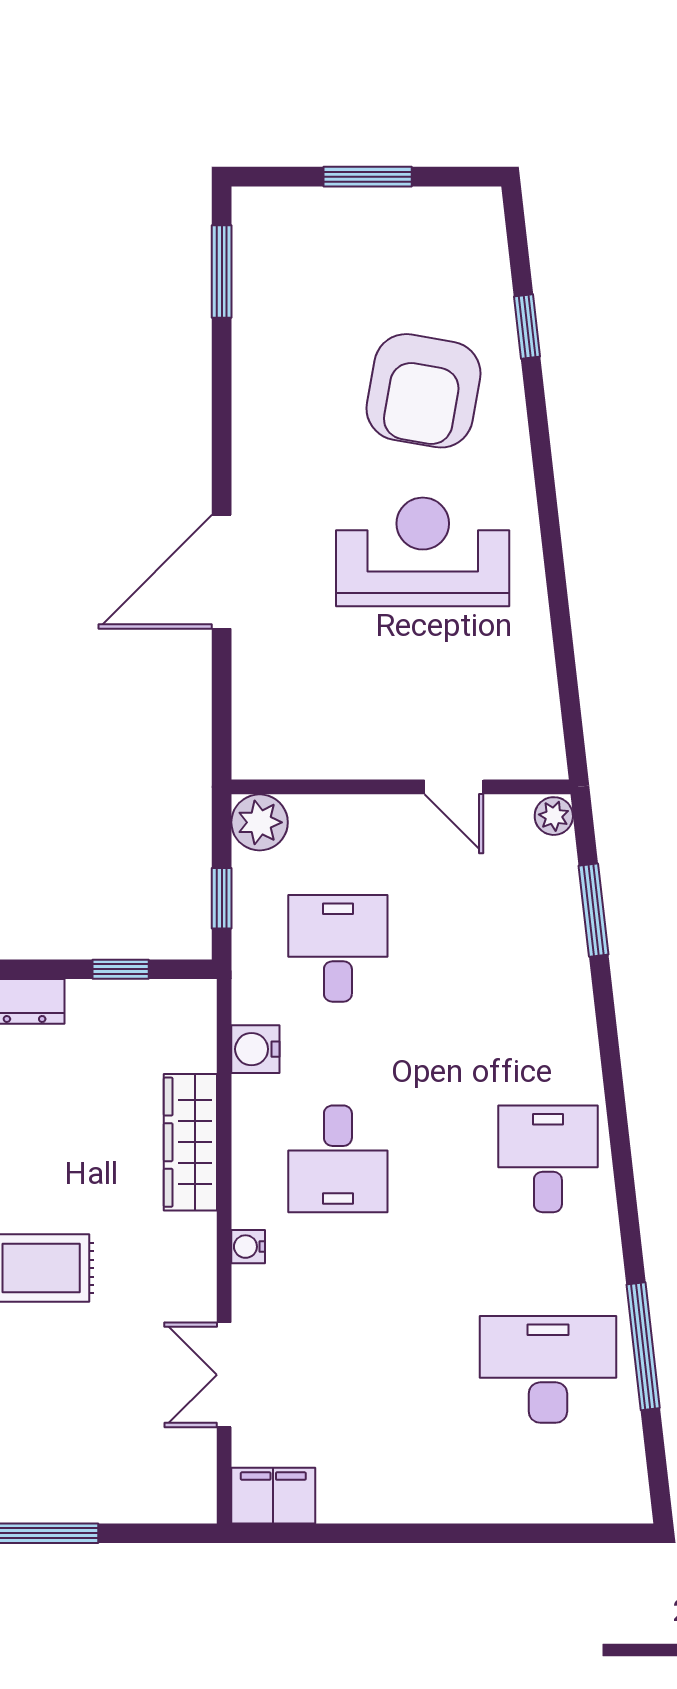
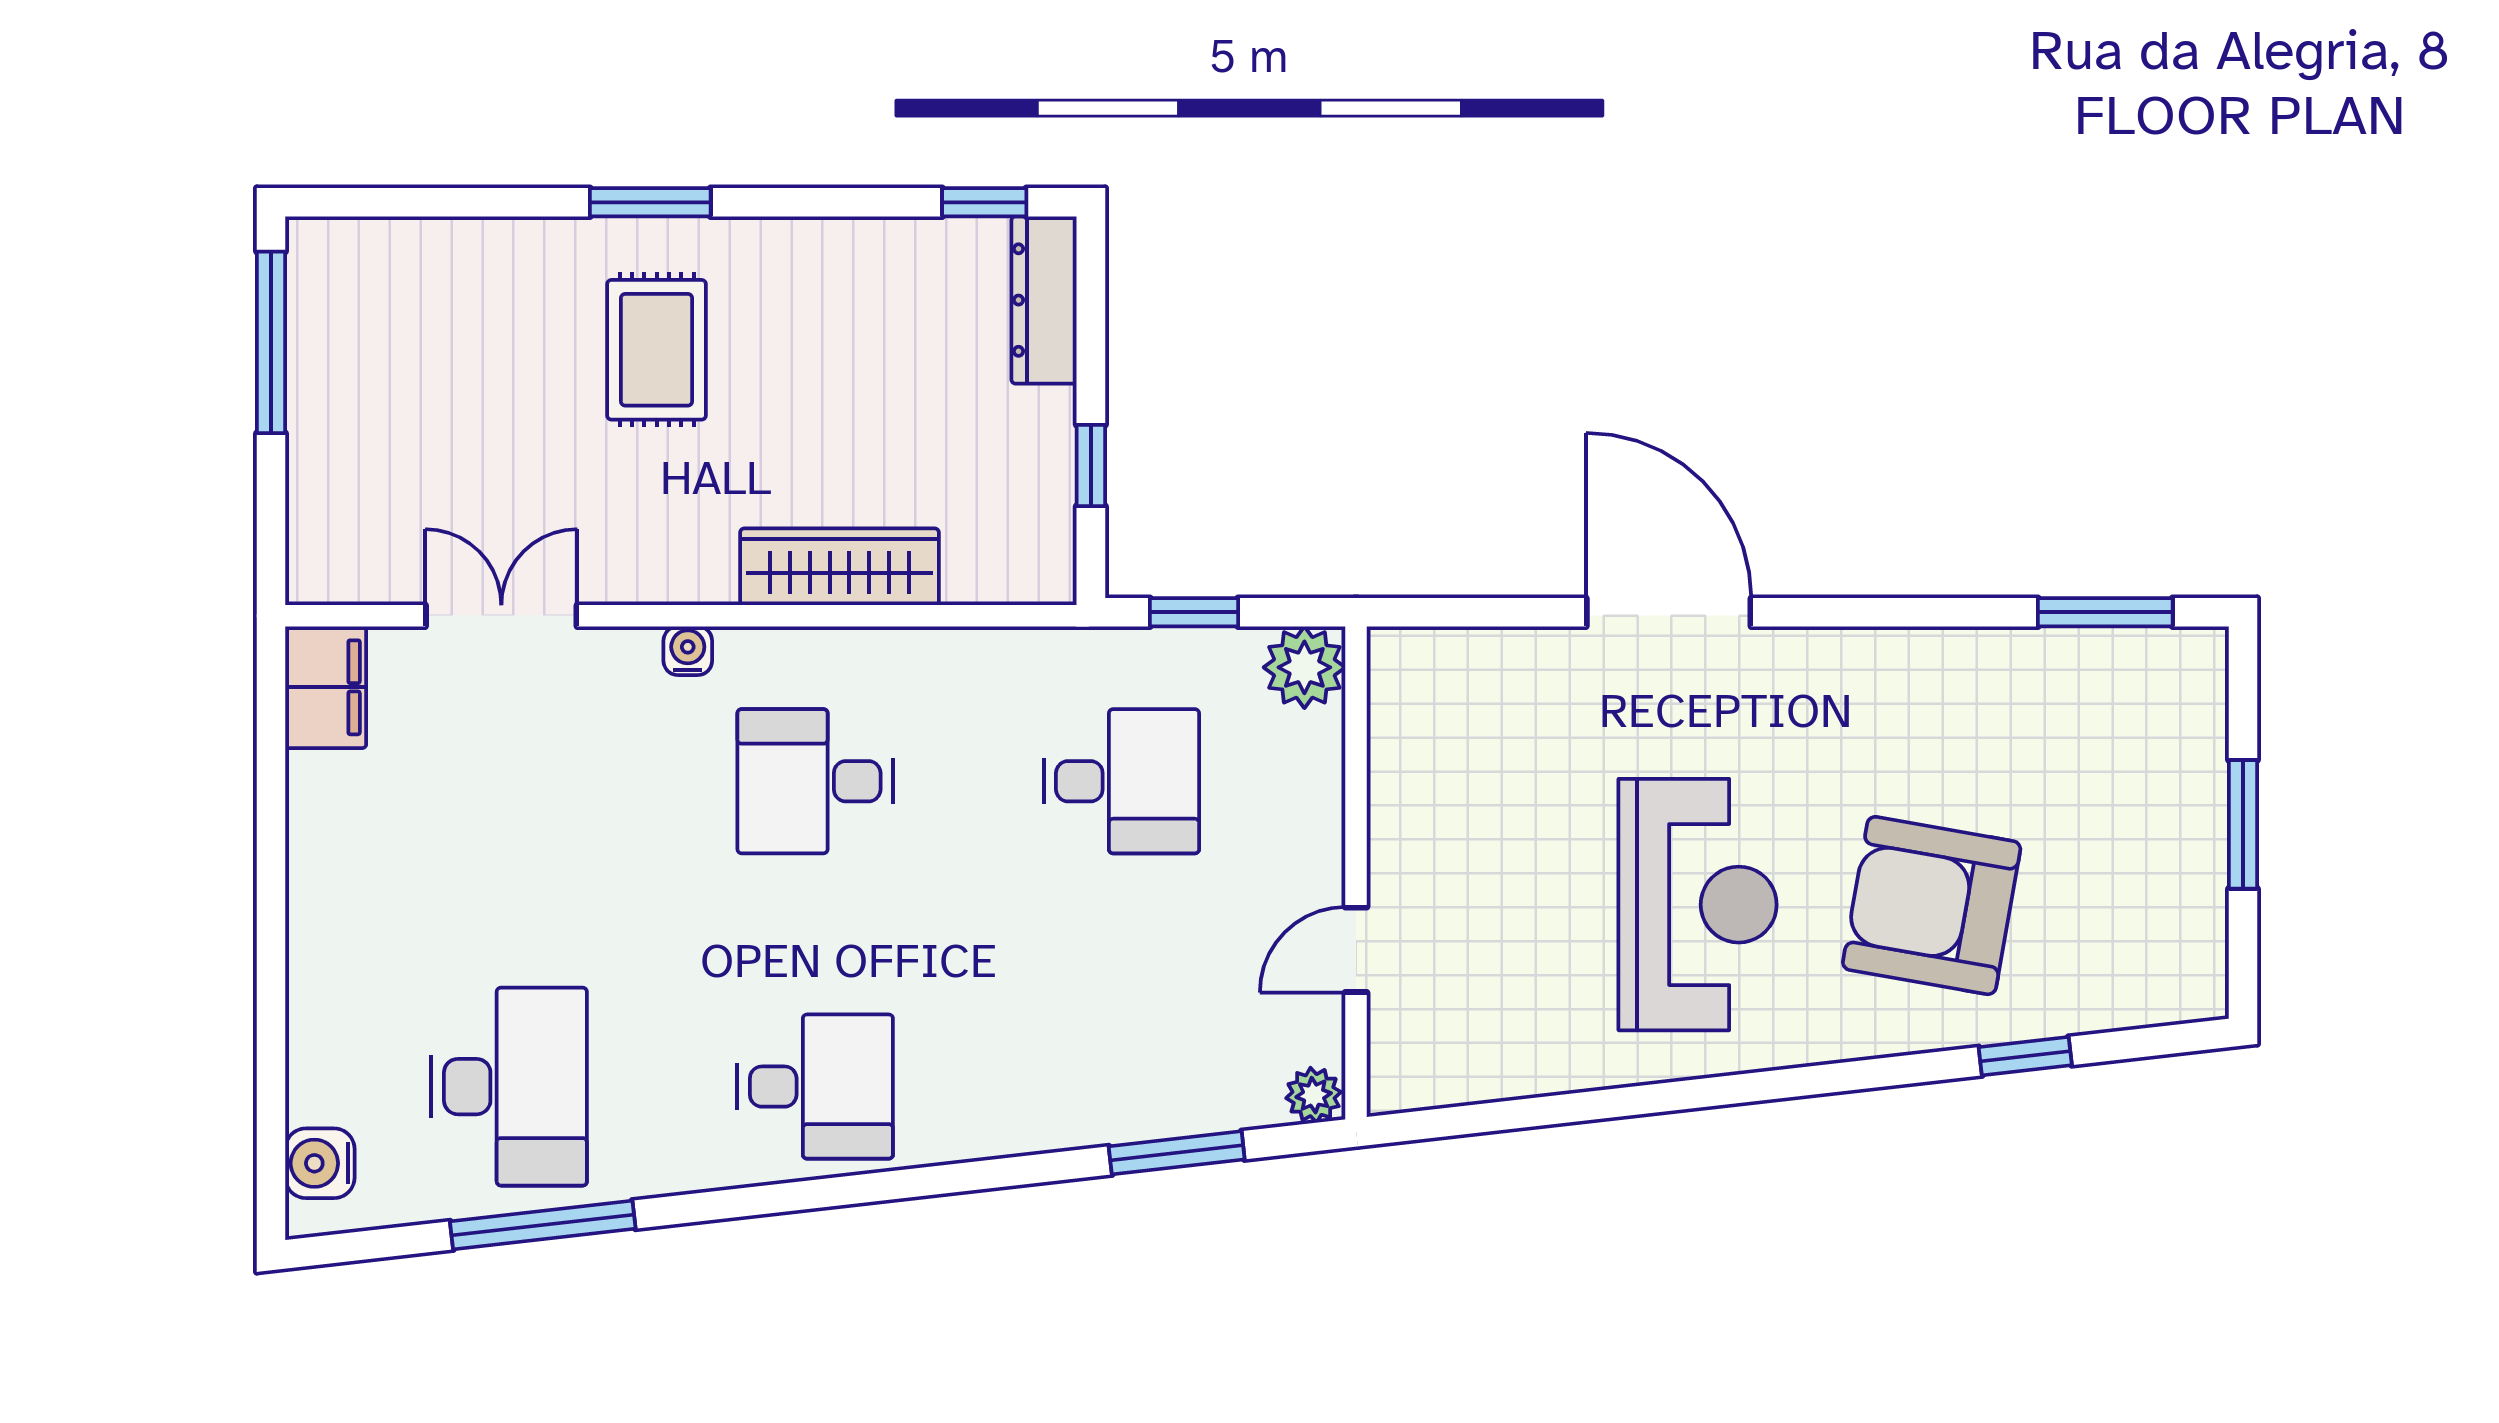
water cooler: (255, 1049) -> (320, 1163), moved, turned -90

